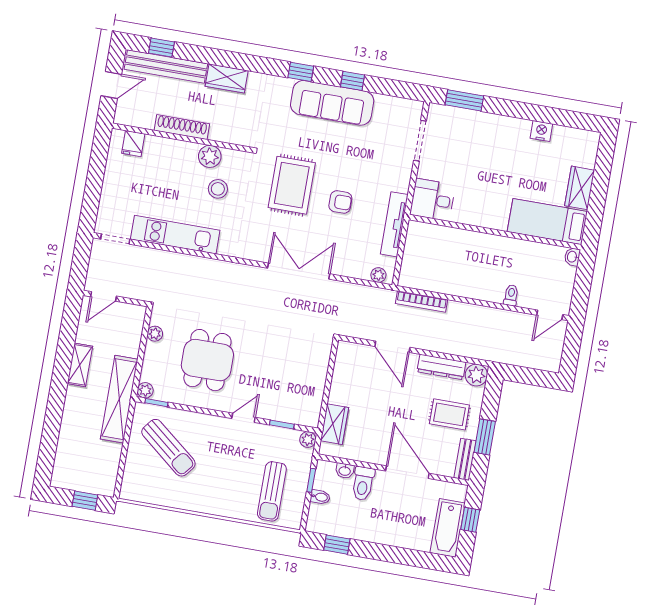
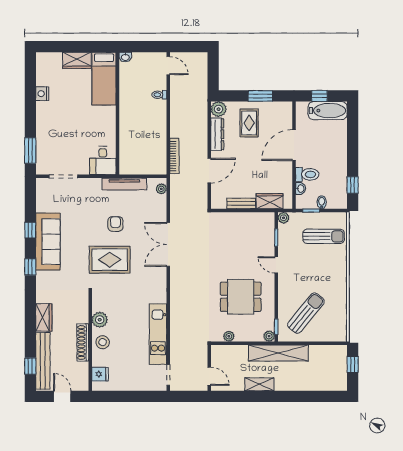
stool: (218, 189) -> (103, 342), moved
bench: (465, 459) -> (241, 203), moved

